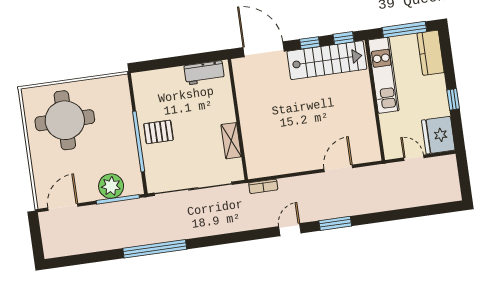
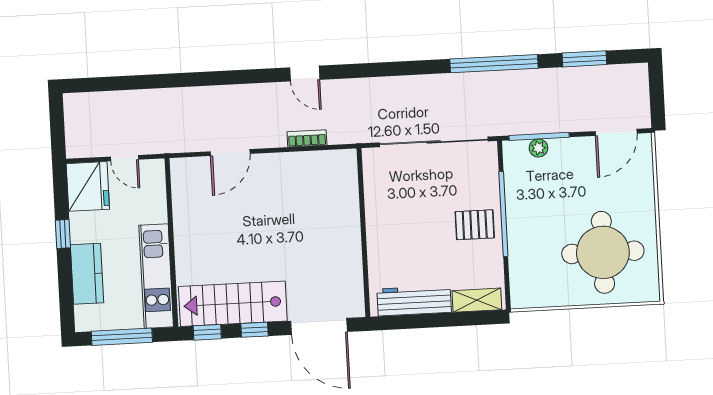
kitchen counter: (431, 53) -> (87, 274), moved
workbench: (204, 73) -> (414, 301), width x1.38
shelving: (231, 141) -> (477, 300), moved, turned 90
plant: (111, 186) -> (538, 148), width x0.53, depth x0.53
bookcase: (263, 186) -> (307, 138), moved
window: (335, 223) -> (584, 59), moved
door: (290, 230) -> (305, 74), hinge flipped

